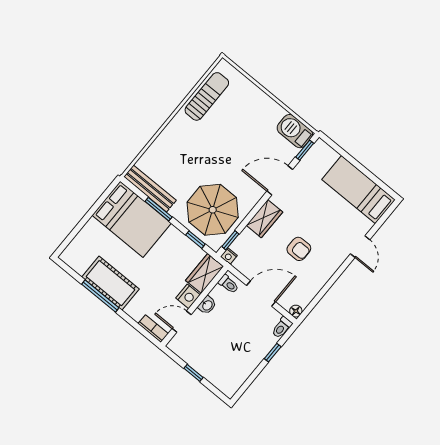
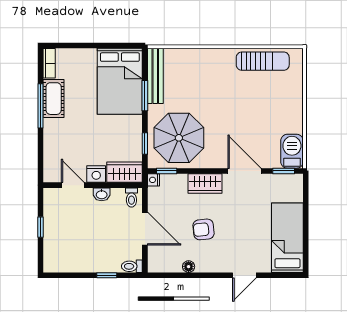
armchair: (299, 249) -> (204, 229), turned 84
cot: (110, 283) -> (54, 99), width x0.73, depth x0.75
floor lamp: (296, 311) -> (189, 267), moved
bookcase: (153, 329) -> (49, 63), moved

